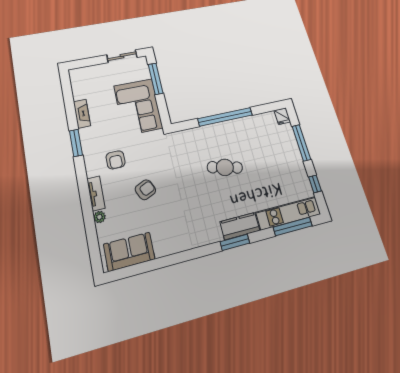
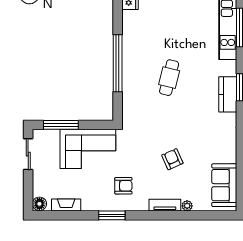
floor lamp: (76, 74) -> (39, 204), added
fireplace: (82, 114) -> (66, 205), moved
armchair: (116, 160) -> (123, 186), moved
kitchen counter: (240, 226) -> (228, 94), moved

